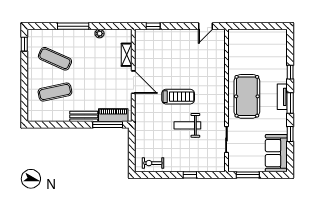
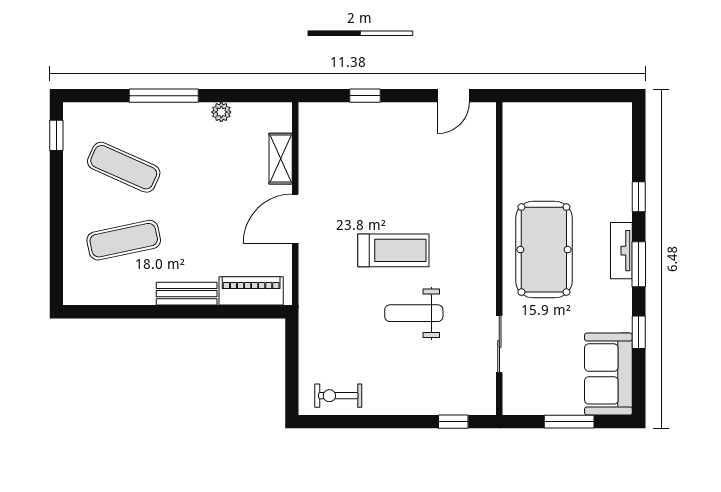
window: (153, 26) -> (365, 96), moved
door: (133, 82) -> (295, 219), swing flipped
window: (108, 125) -> (239, 312), removed
window: (190, 175) -> (453, 422), moved
window: (248, 175) -> (569, 422), moved

